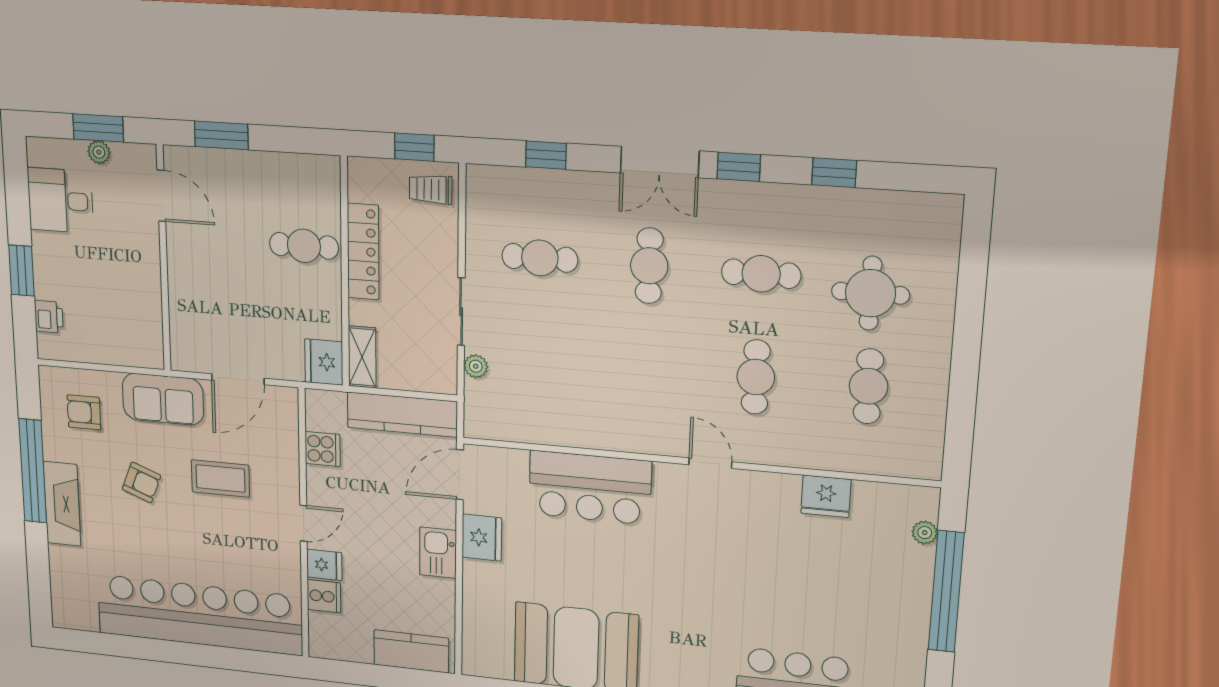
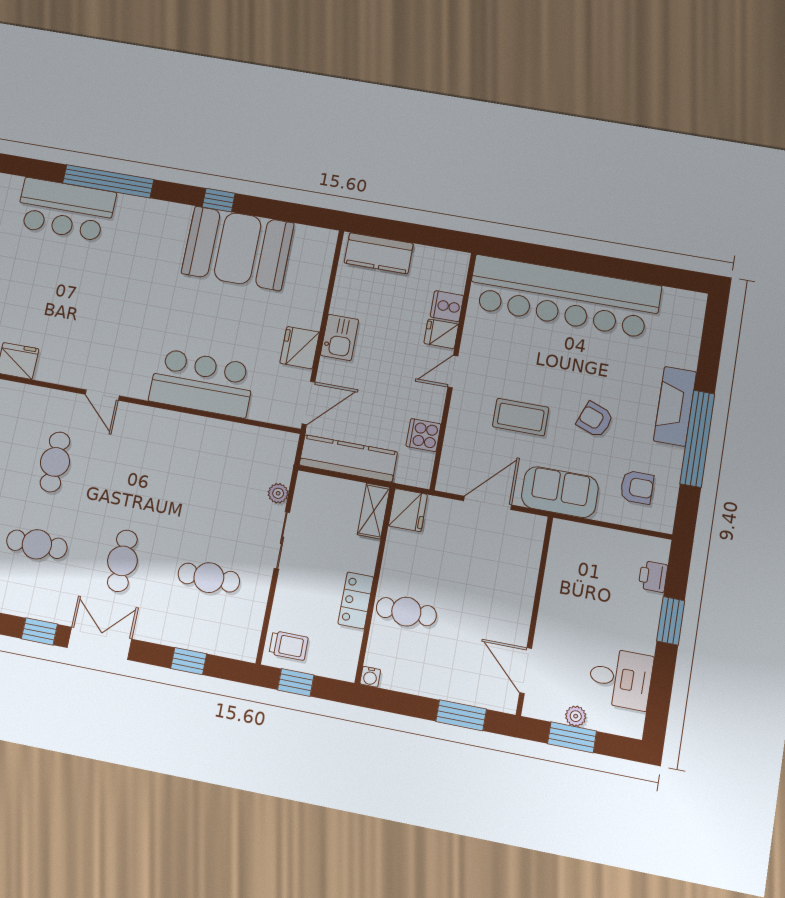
water cooler: (330, 165) -> (370, 677), added
locker: (363, 252) -> (356, 600), width x0.66

